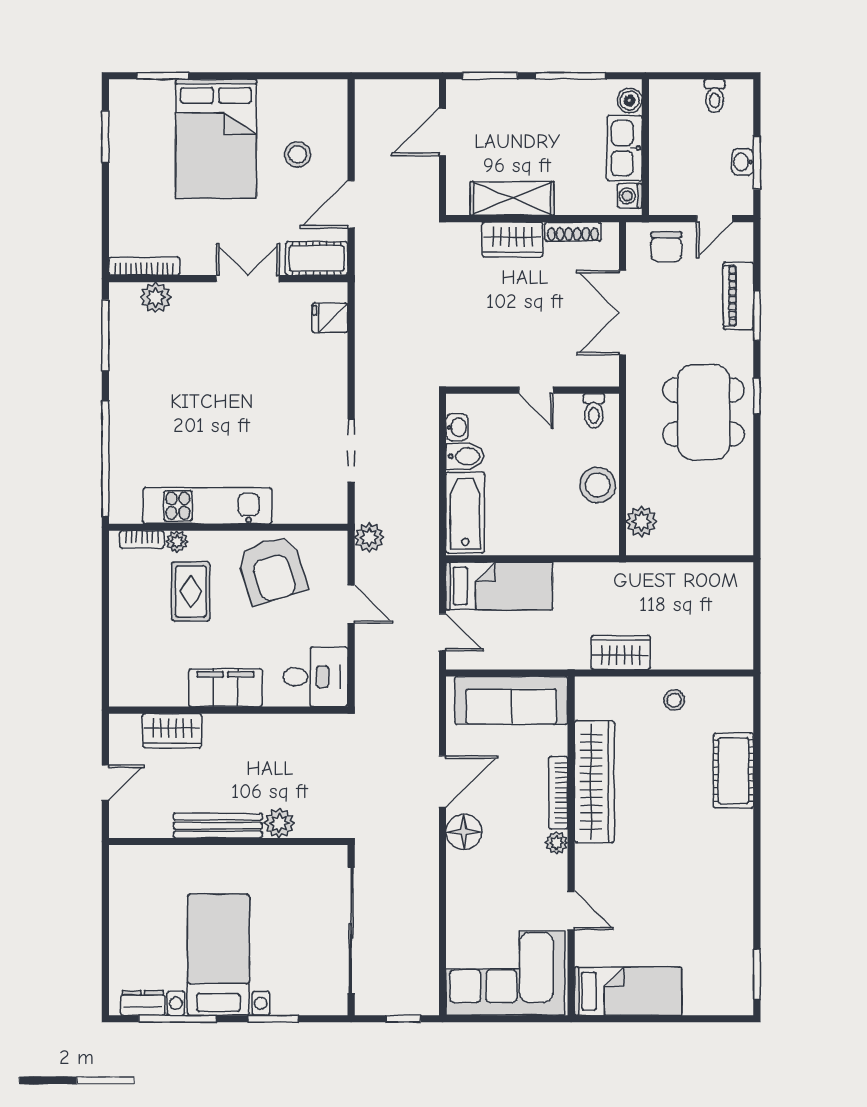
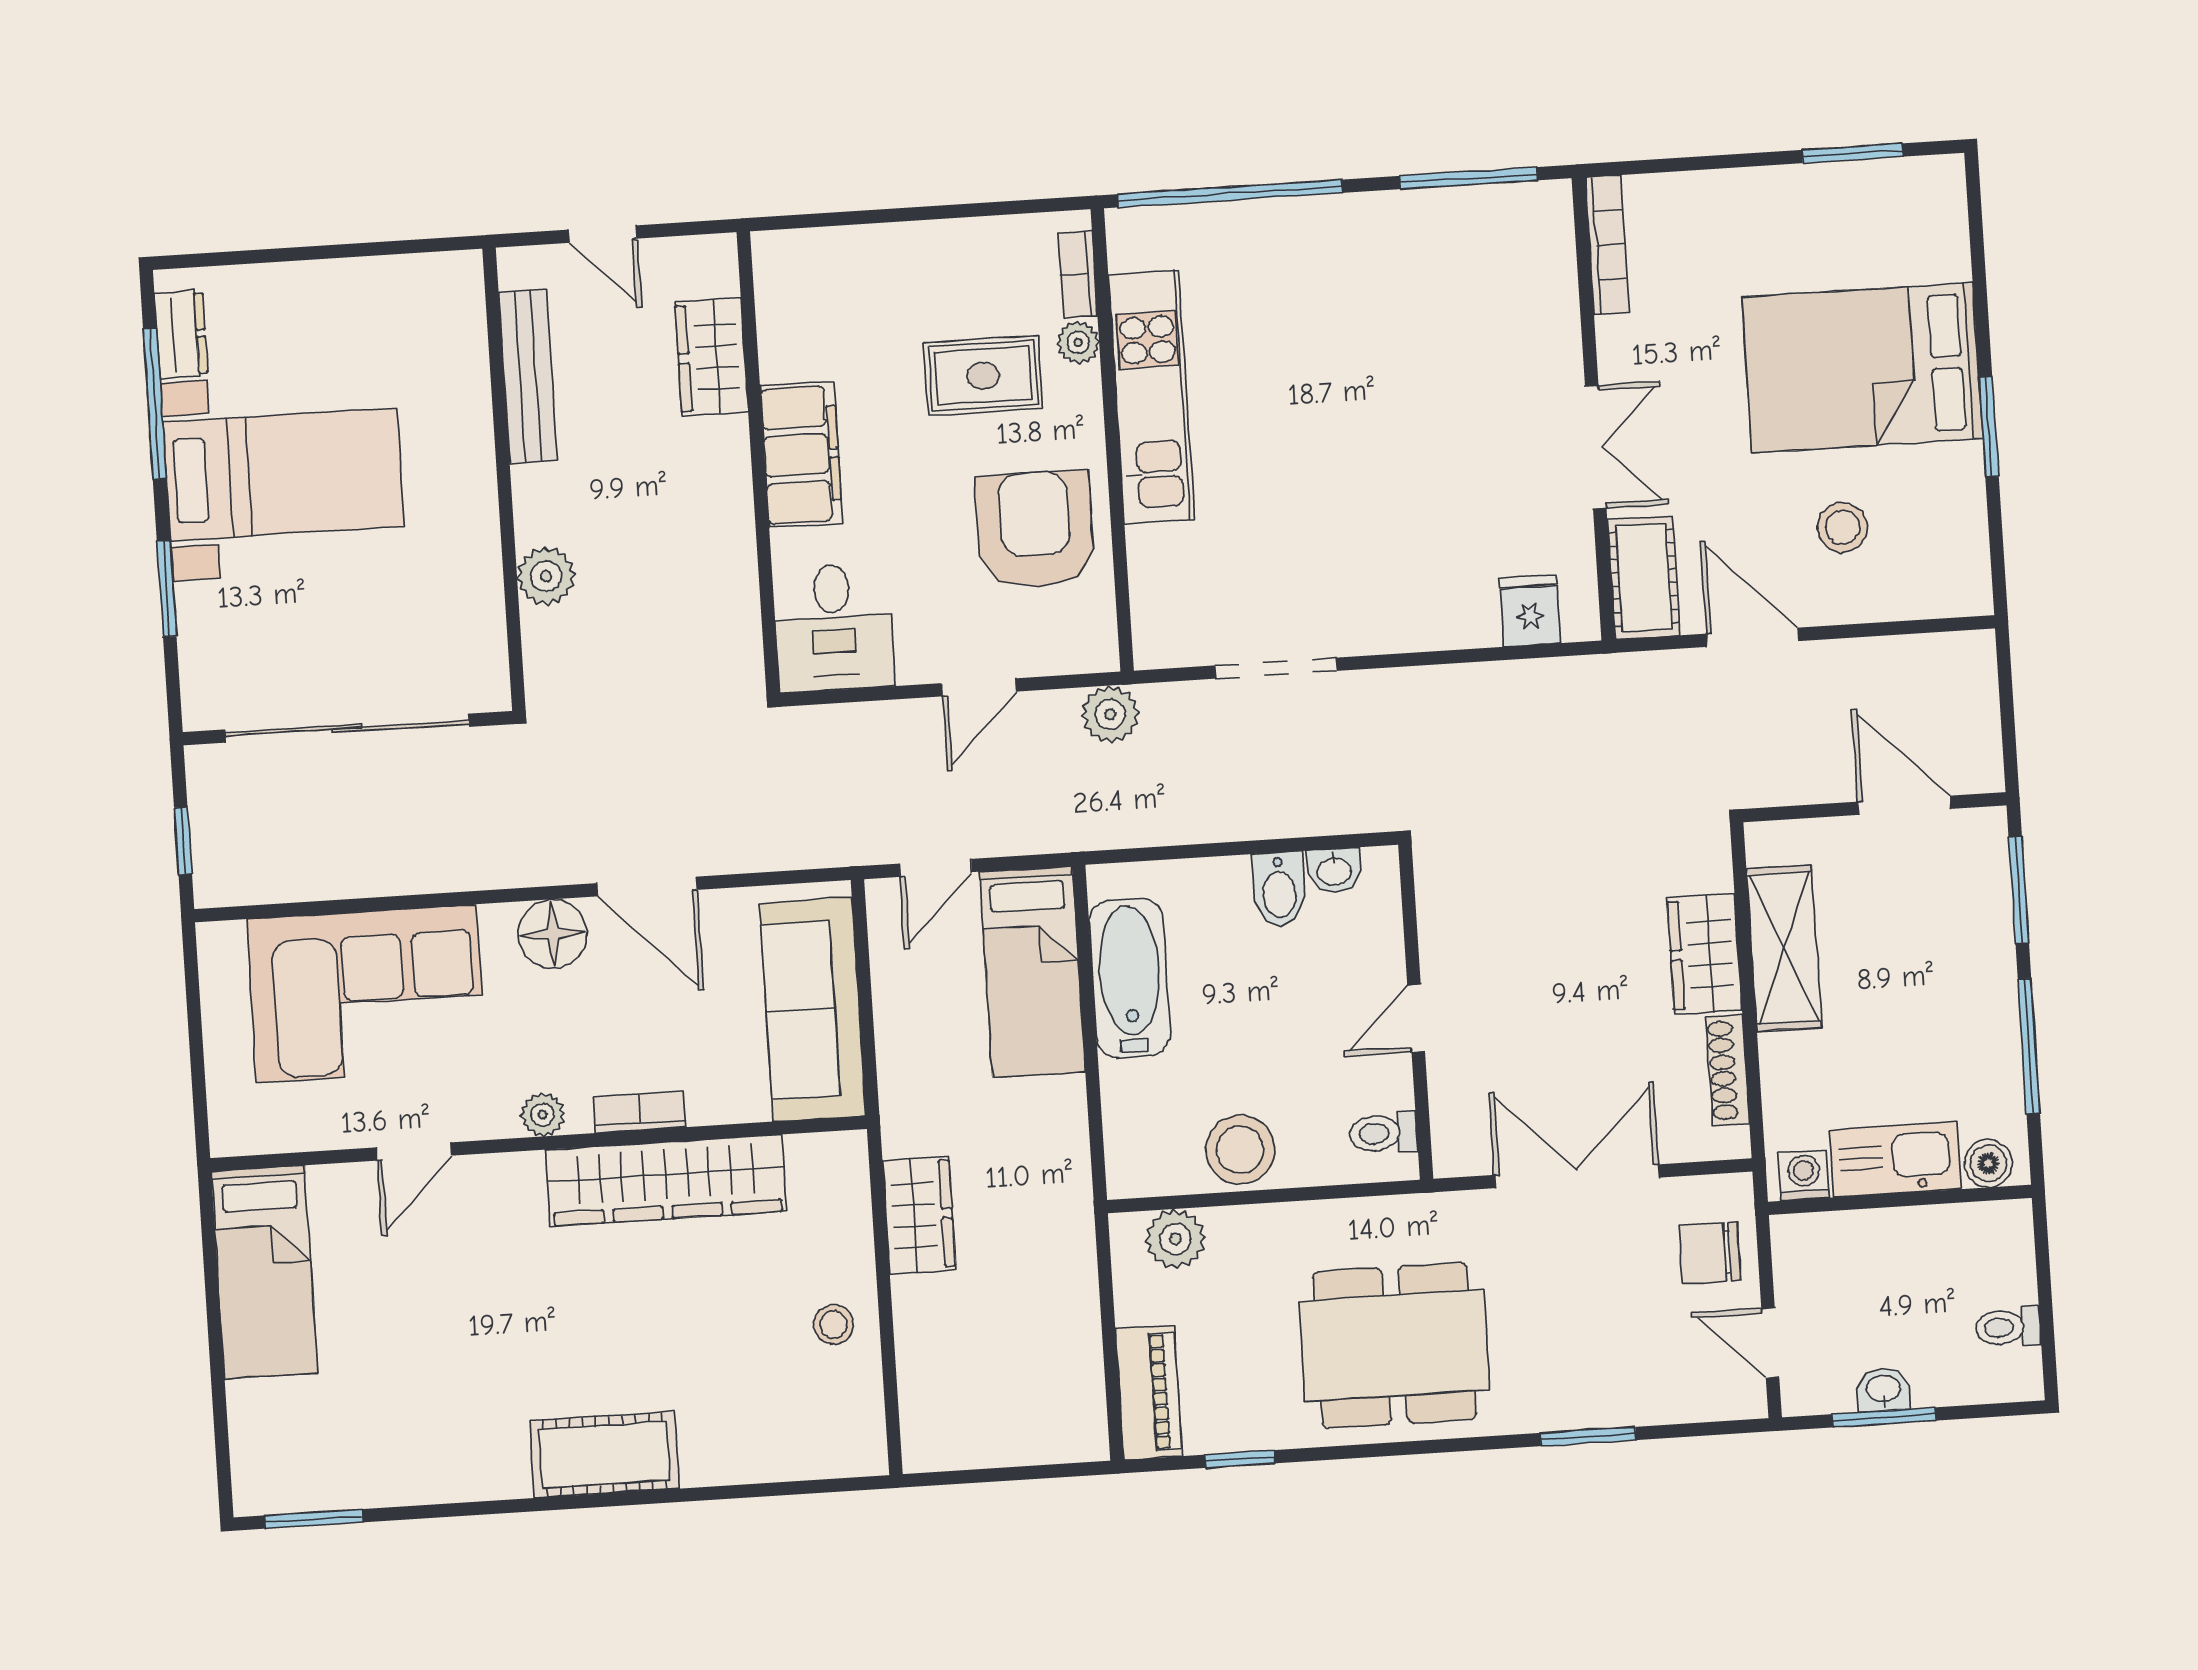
window: (163, 76) -> (1989, 427), moved
piano: (738, 296) -> (1149, 1393), moved, turned 90
plant: (156, 297) -> (1548, 271), removed
window: (757, 396) -> (1240, 1459), moved
bathtub: (465, 512) -> (1130, 978), moved, turned -90
armchair: (272, 570) -> (1035, 530), turned 107
cot: (733, 771) -> (604, 1455), moved
bookcase: (558, 793) -> (639, 1112), width x0.64
bench: (218, 826) -> (528, 376), moved
corner sofa: (505, 973) -> (366, 994), moved, turned 90

